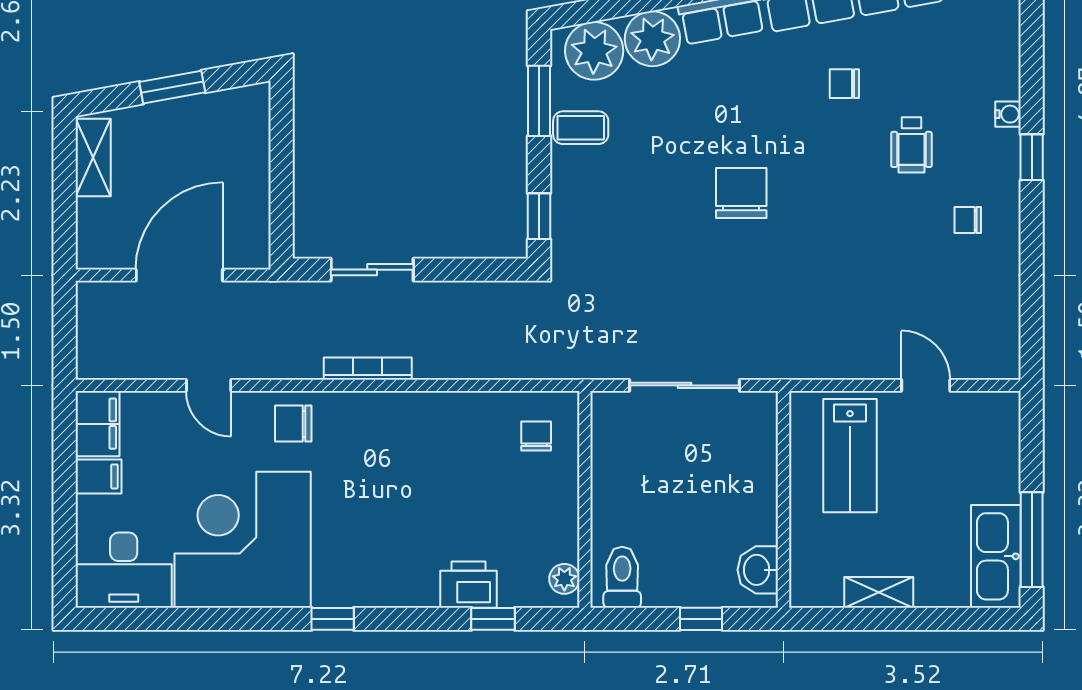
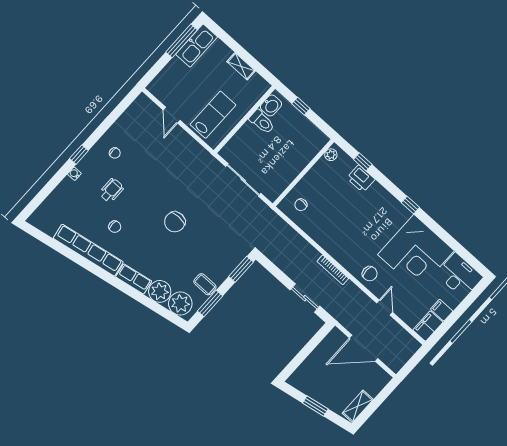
window: (539, 216) -> (241, 269), width x1.50
toilet: (622, 577) -> (262, 122), moved, turned -90

